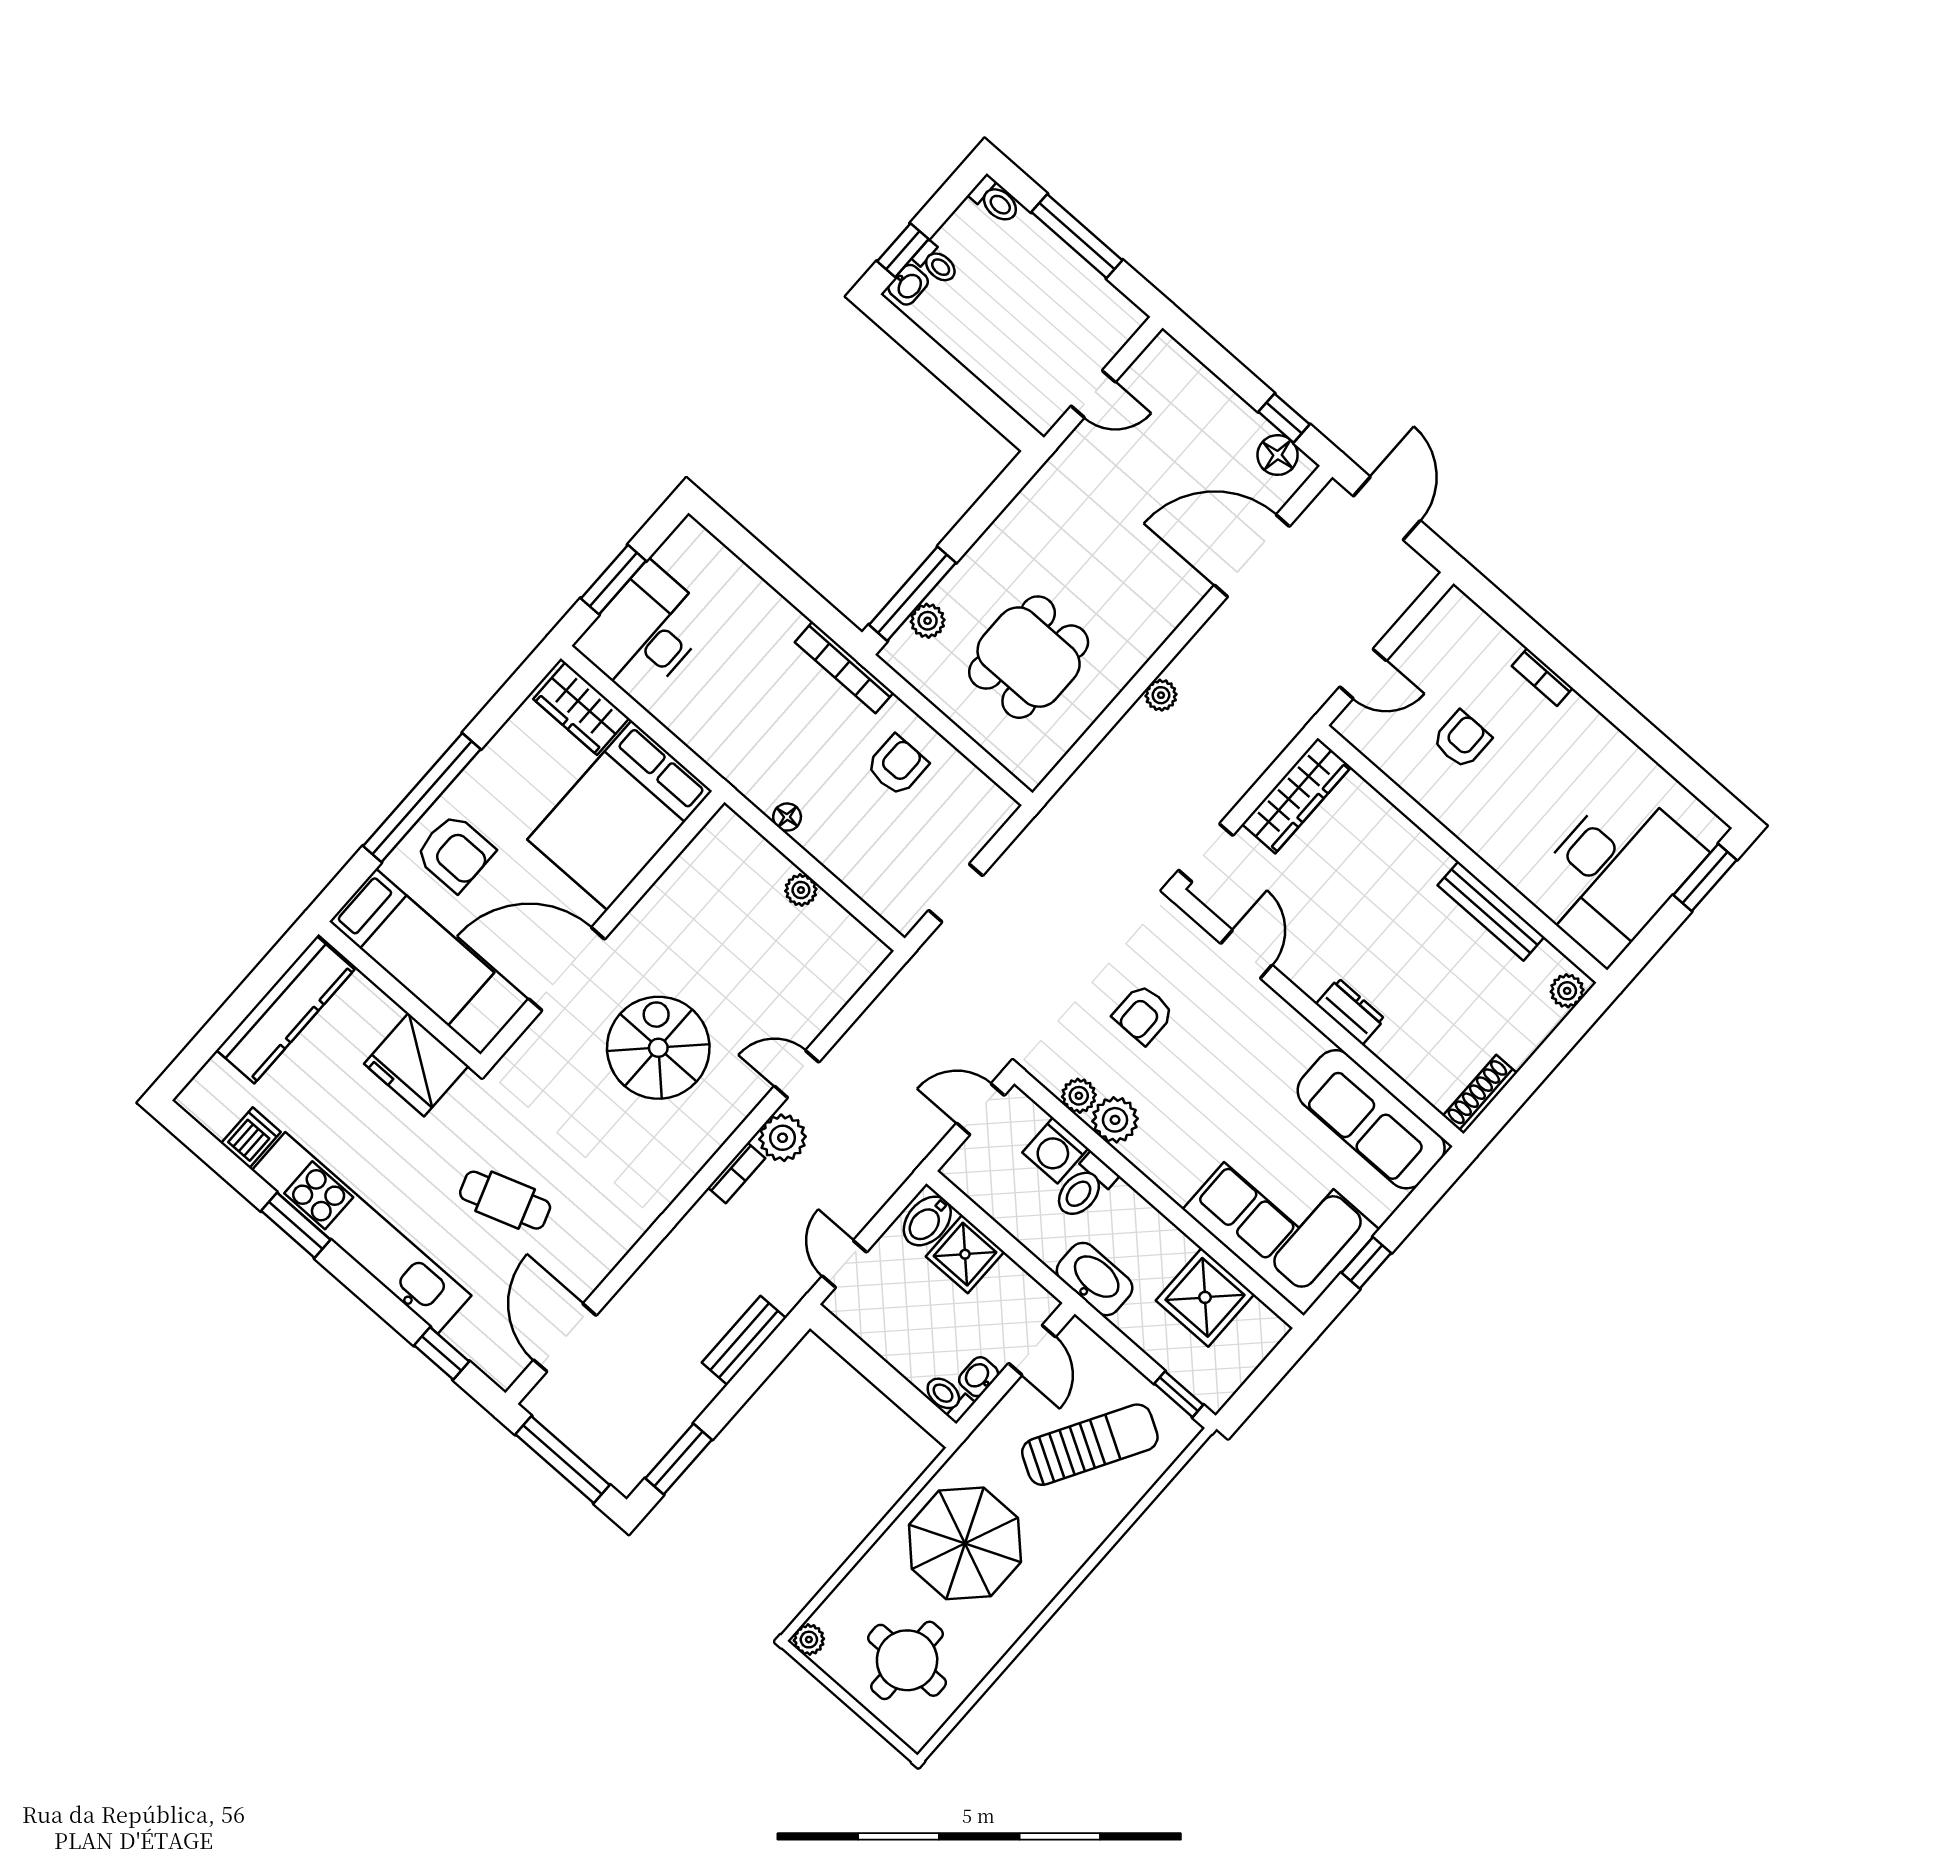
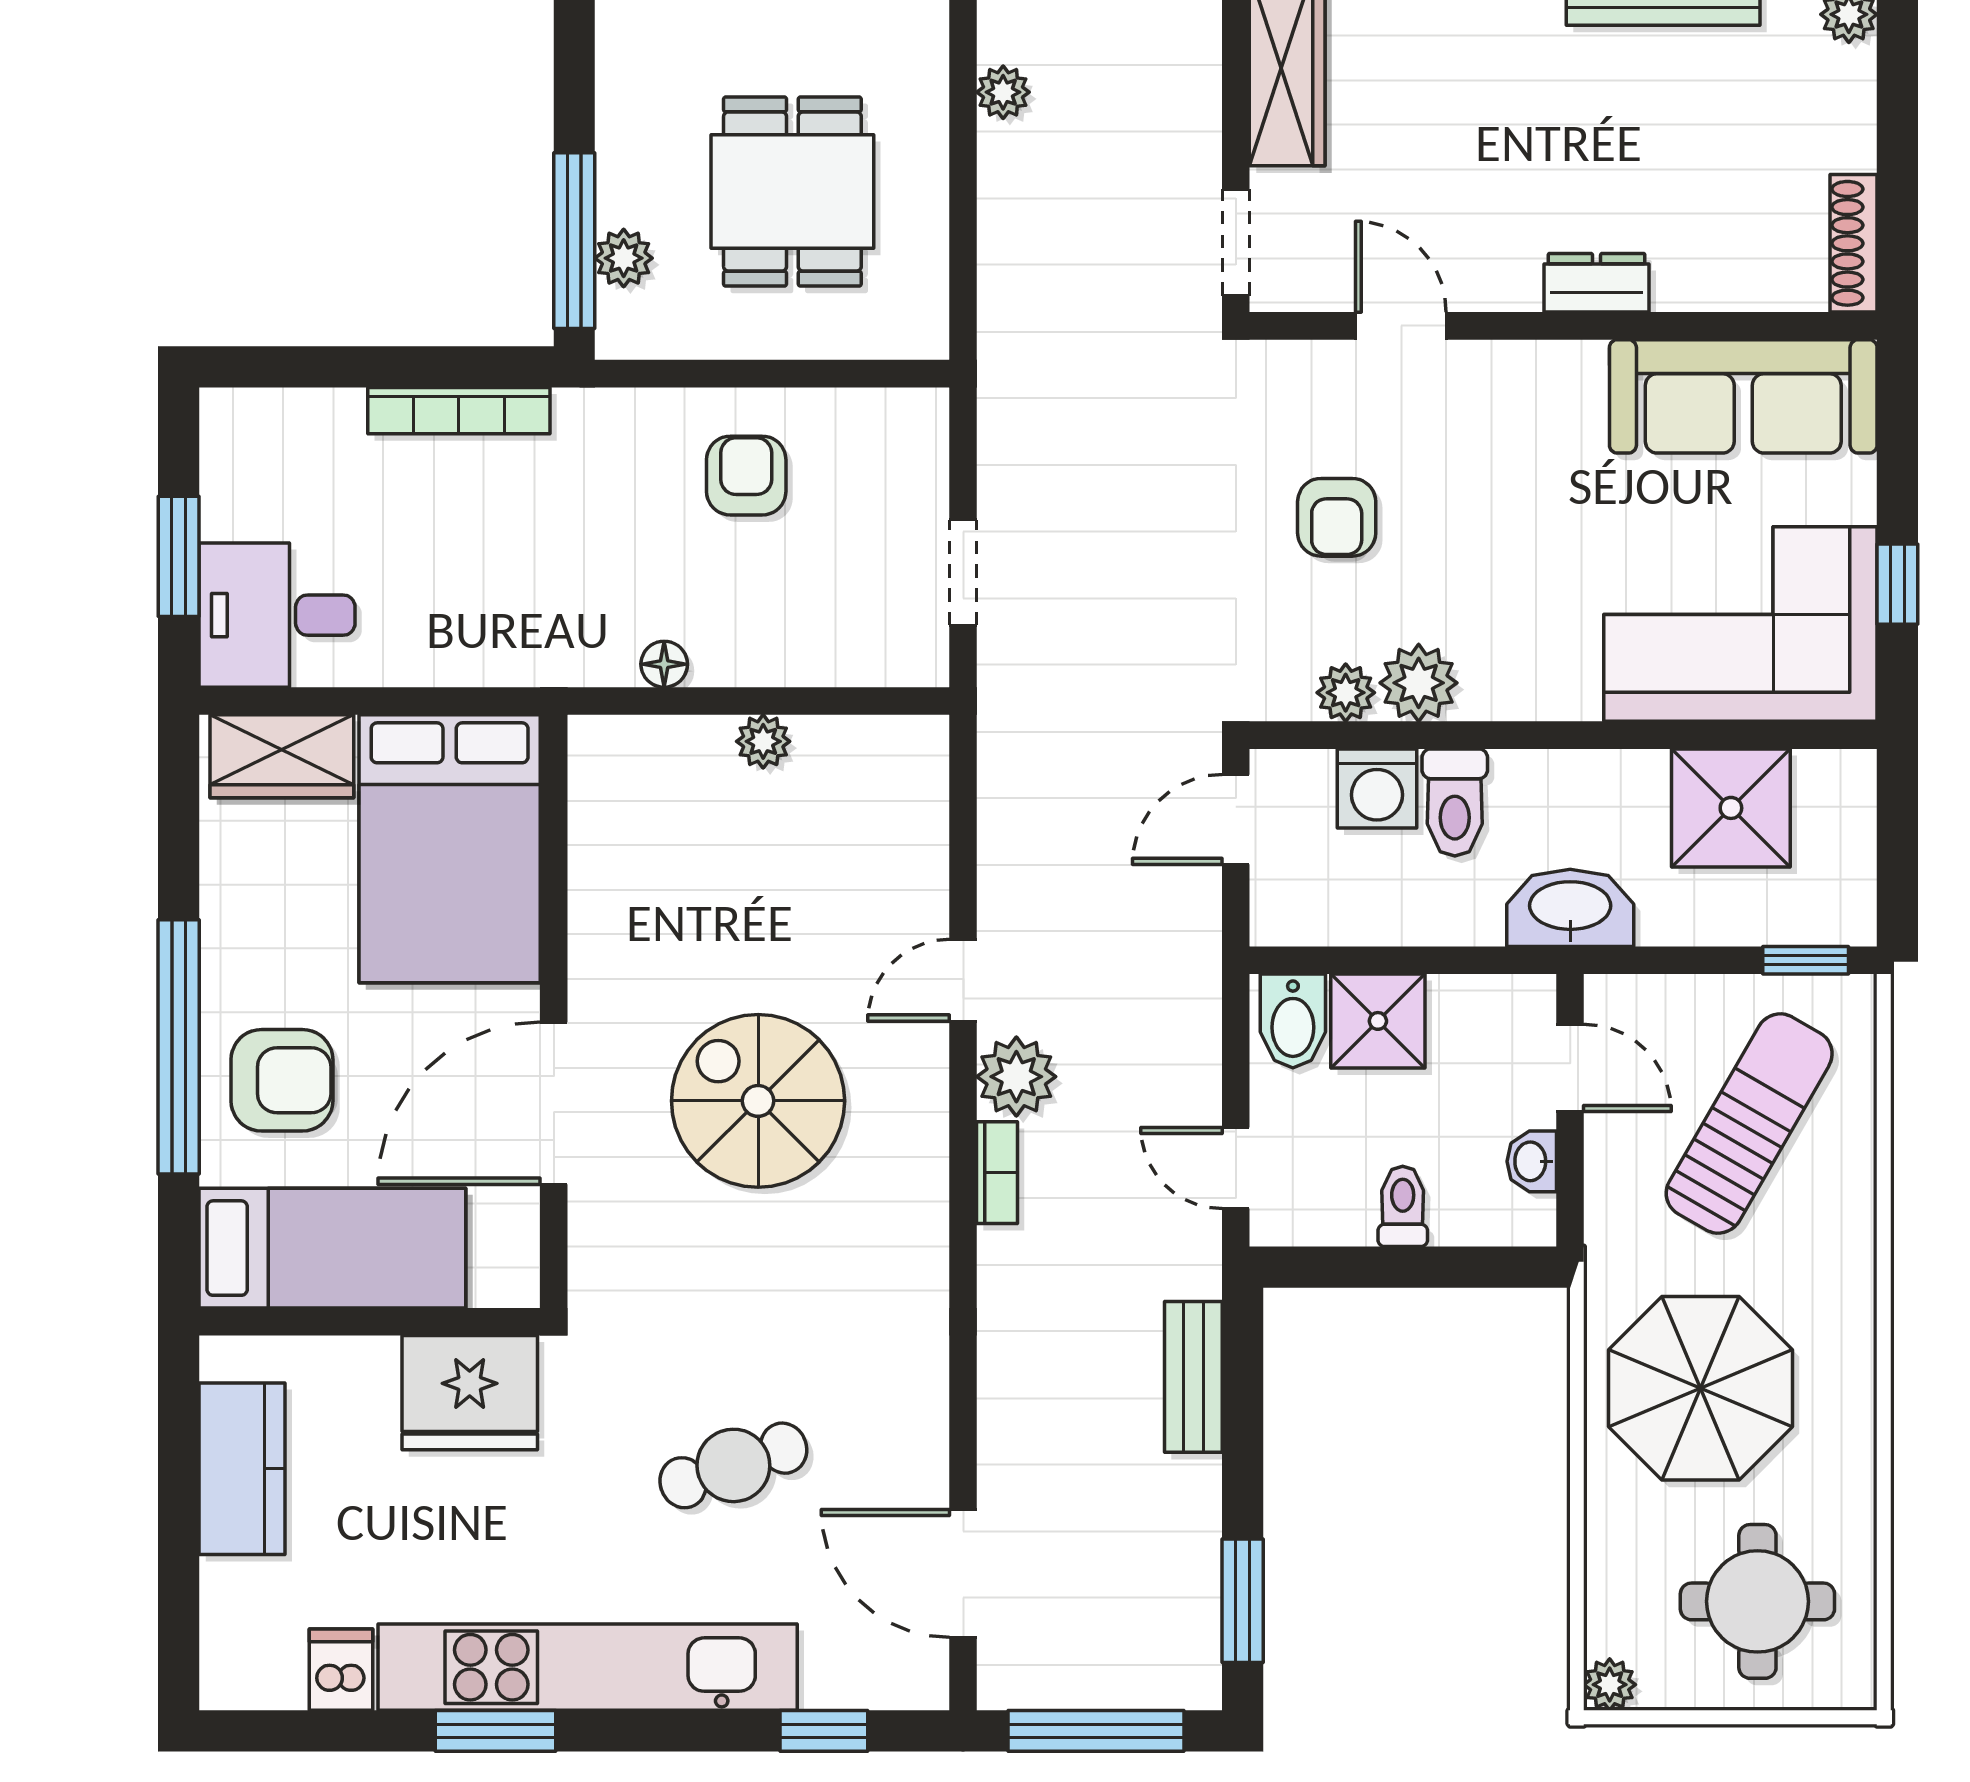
desk: (645, 632) -> (277, 615), width x0.73
bookcase: (844, 667) -> (459, 411), moved
kitchen counter: (285, 1010) -> (242, 1469), width x0.67
toilet: (948, 1398) -> (1403, 1206), moved, turned 90

